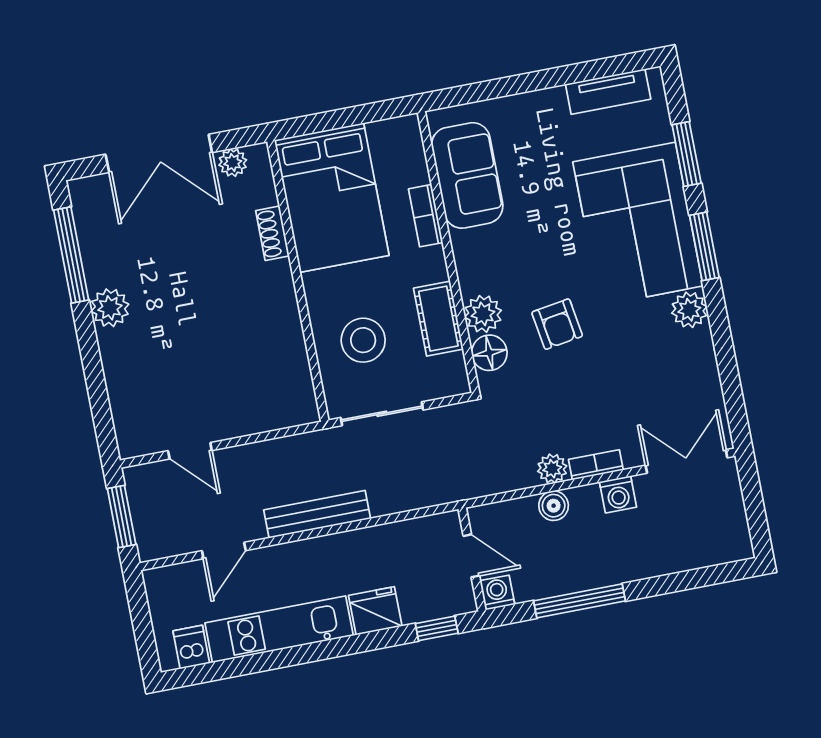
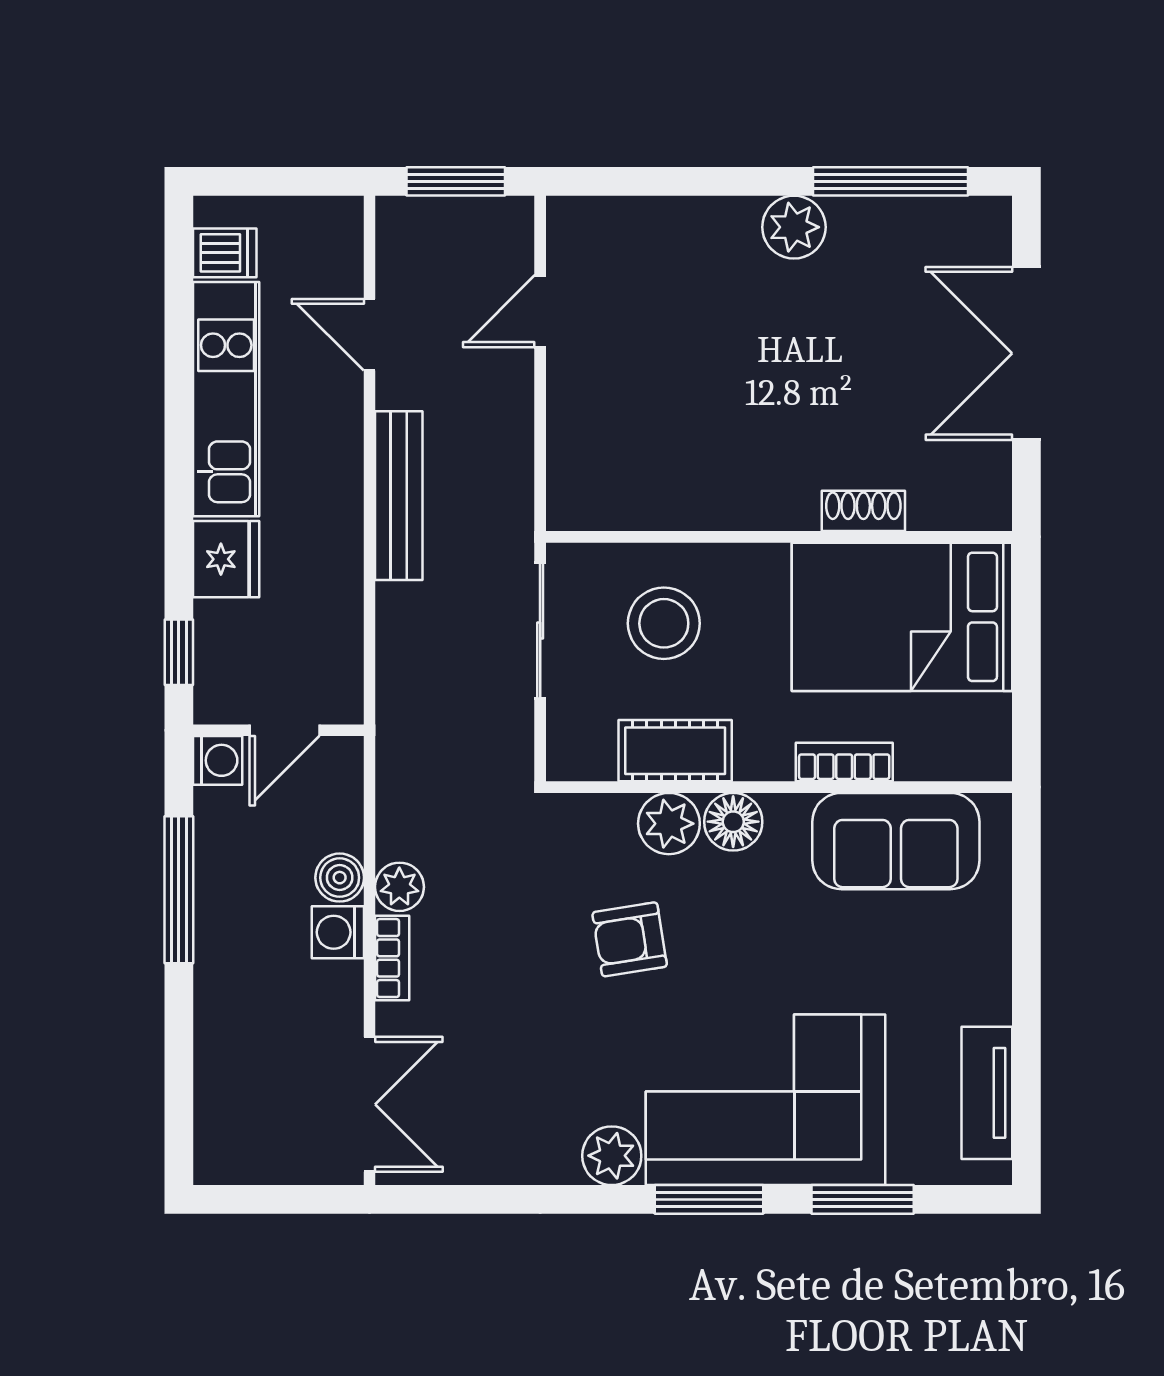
plant: (233, 163) -> (989, 469), removed
floor lamp: (489, 353) -> (733, 822), moved
washing machine: (618, 494) -> (338, 932), moved

